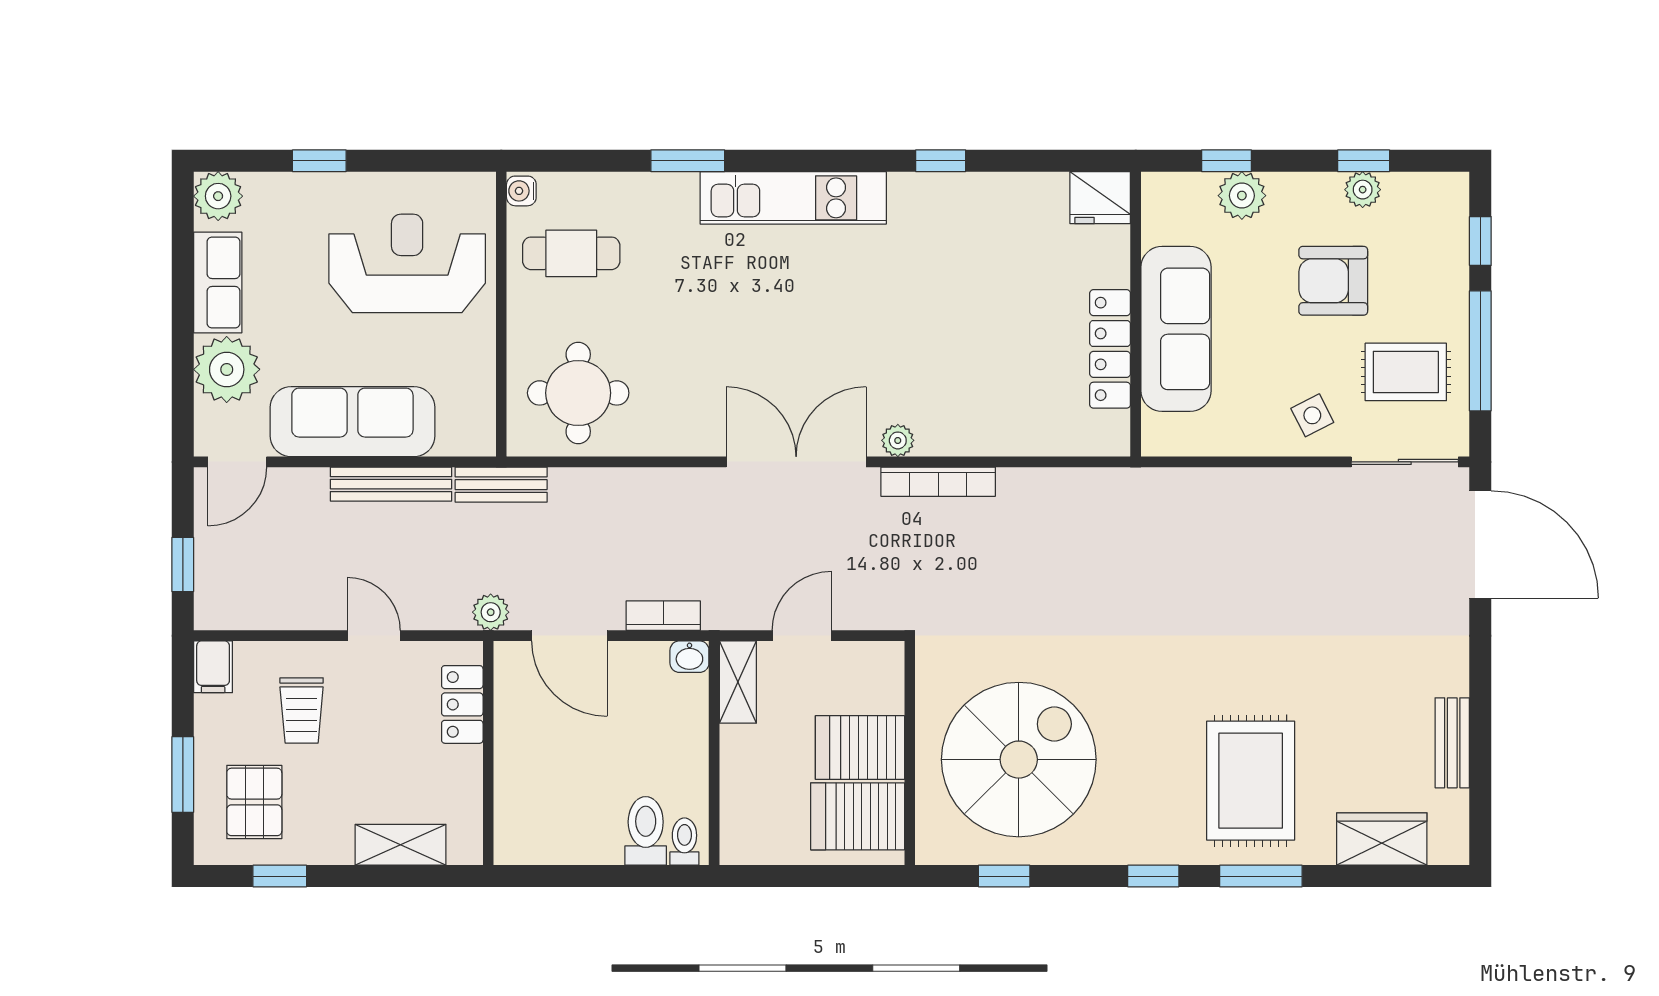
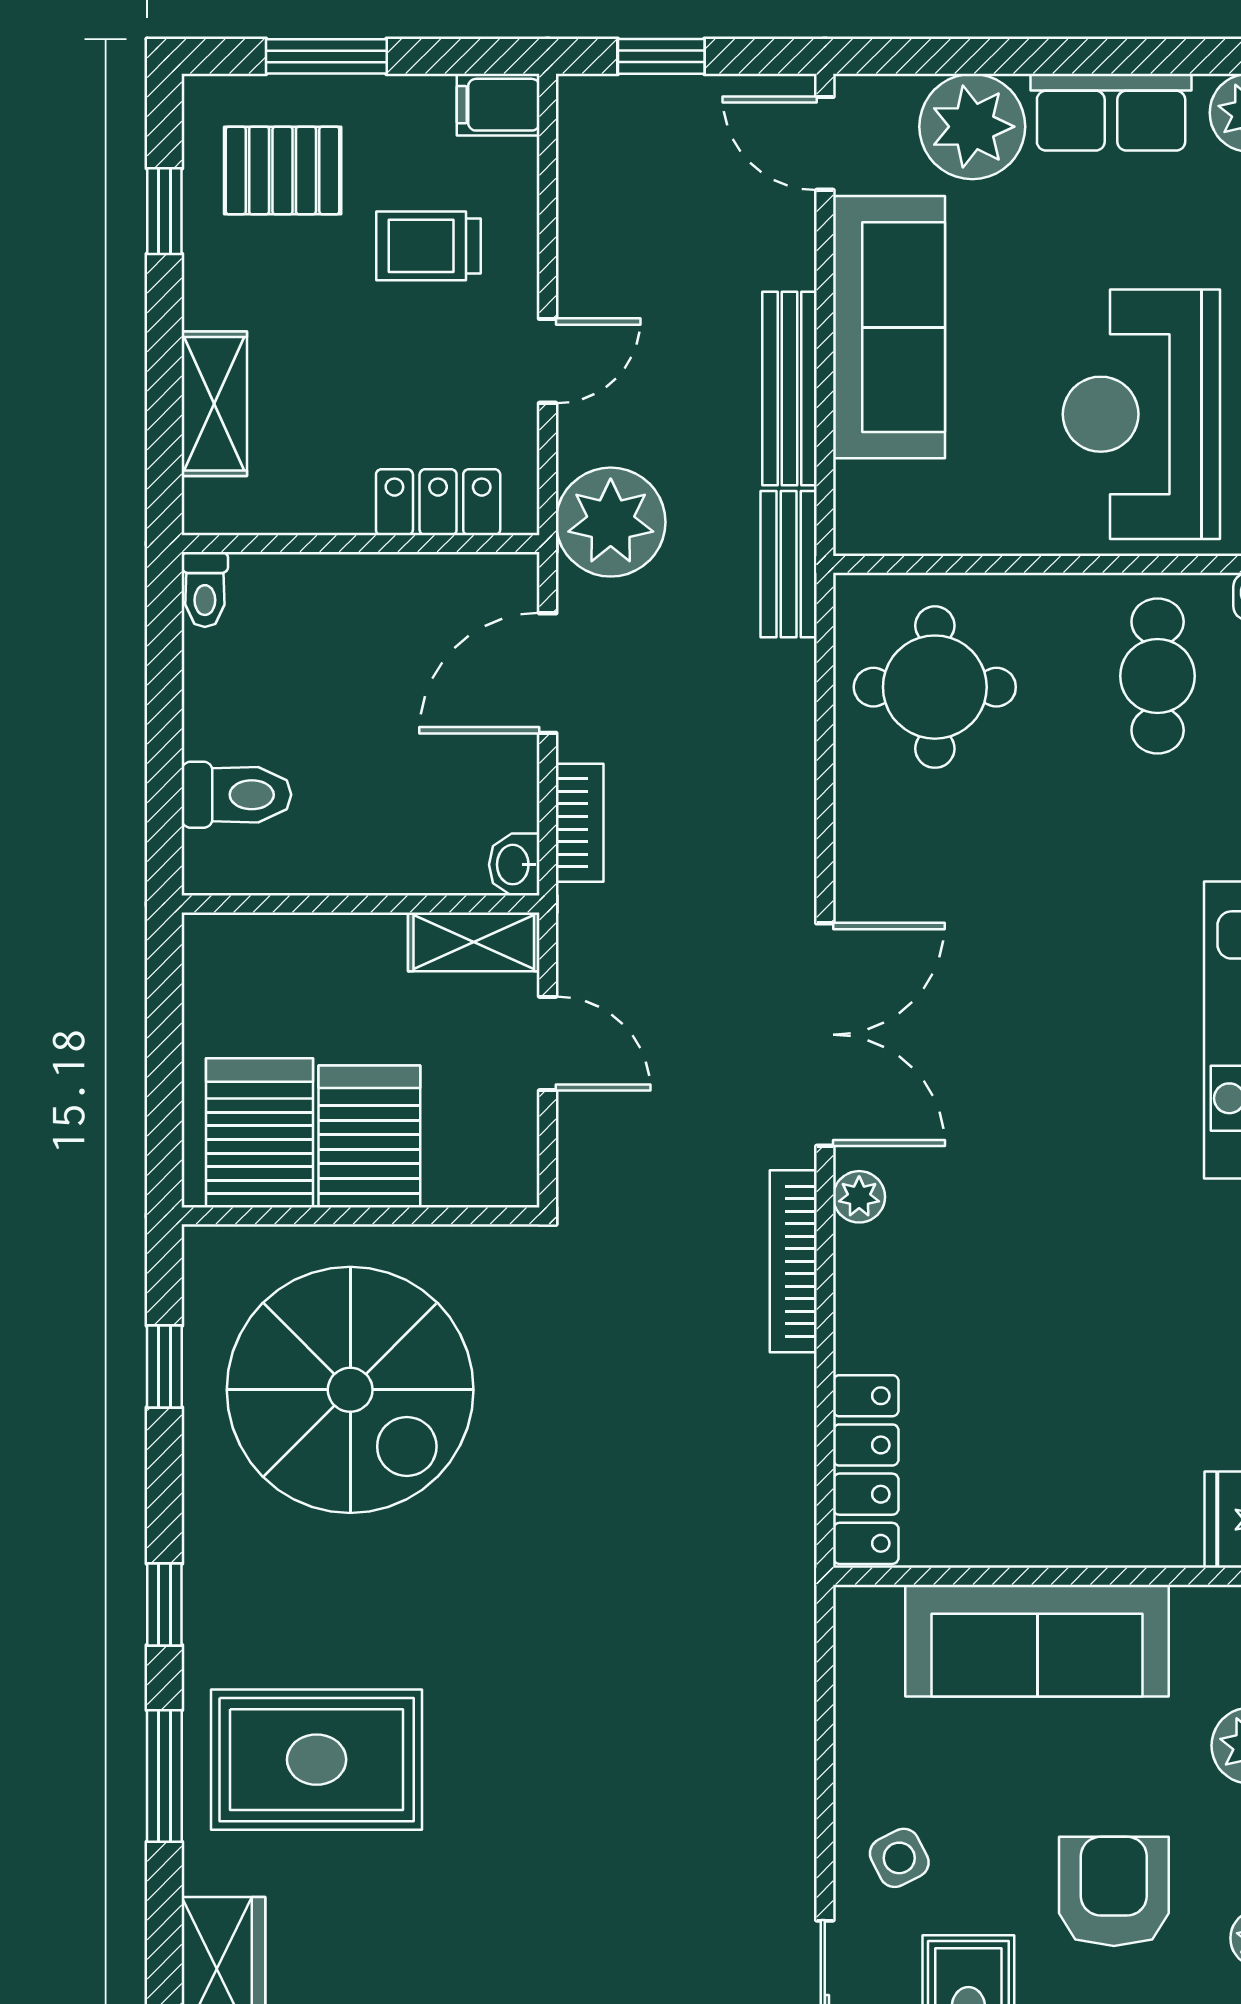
reception desk: (407, 263) -> (1141, 414), turned 180
locker: (1110, 349) -> (866, 1470), moved, turned 90
plant: (491, 612) -> (611, 522), width x1.88, depth x1.88
toilet: (684, 842) -> (205, 590), moved, turned 90

